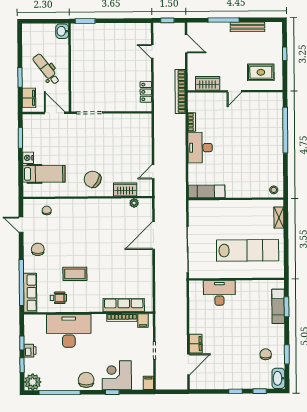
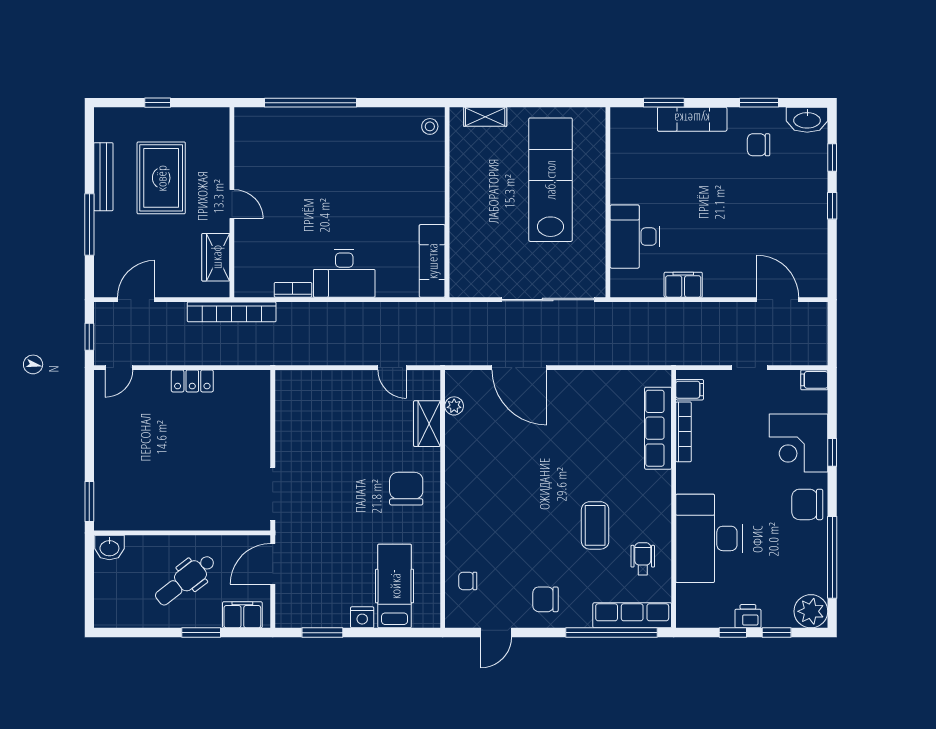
door: (152, 51) -> (119, 368), moved
rug: (261, 72) -> (161, 178), moved, width x1.36, depth x1.43
locker: (146, 92) -> (192, 381), moved
chair: (93, 179) -> (406, 489), turned 150
exam couch: (278, 306) -> (692, 119), moved
filing cabinet: (196, 344) -> (683, 285), moved

